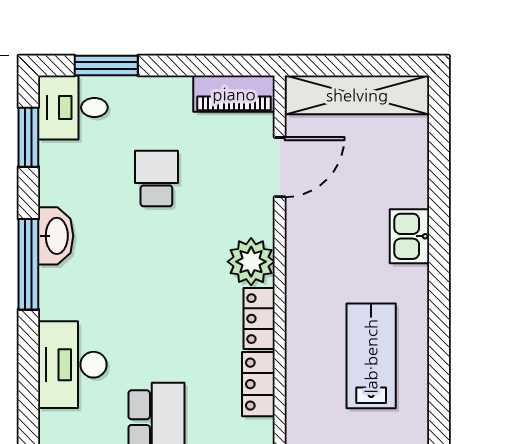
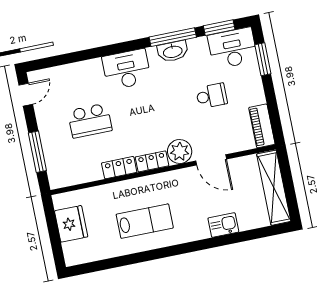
desk: (73, 107) -> (233, 48), width x1.37
door: (280, 167) -> (211, 160), moved
kitchen sink: (409, 236) -> (223, 225), moved
window: (28, 264) -> (173, 37), moved
desk: (72, 365) -> (127, 69), moved

